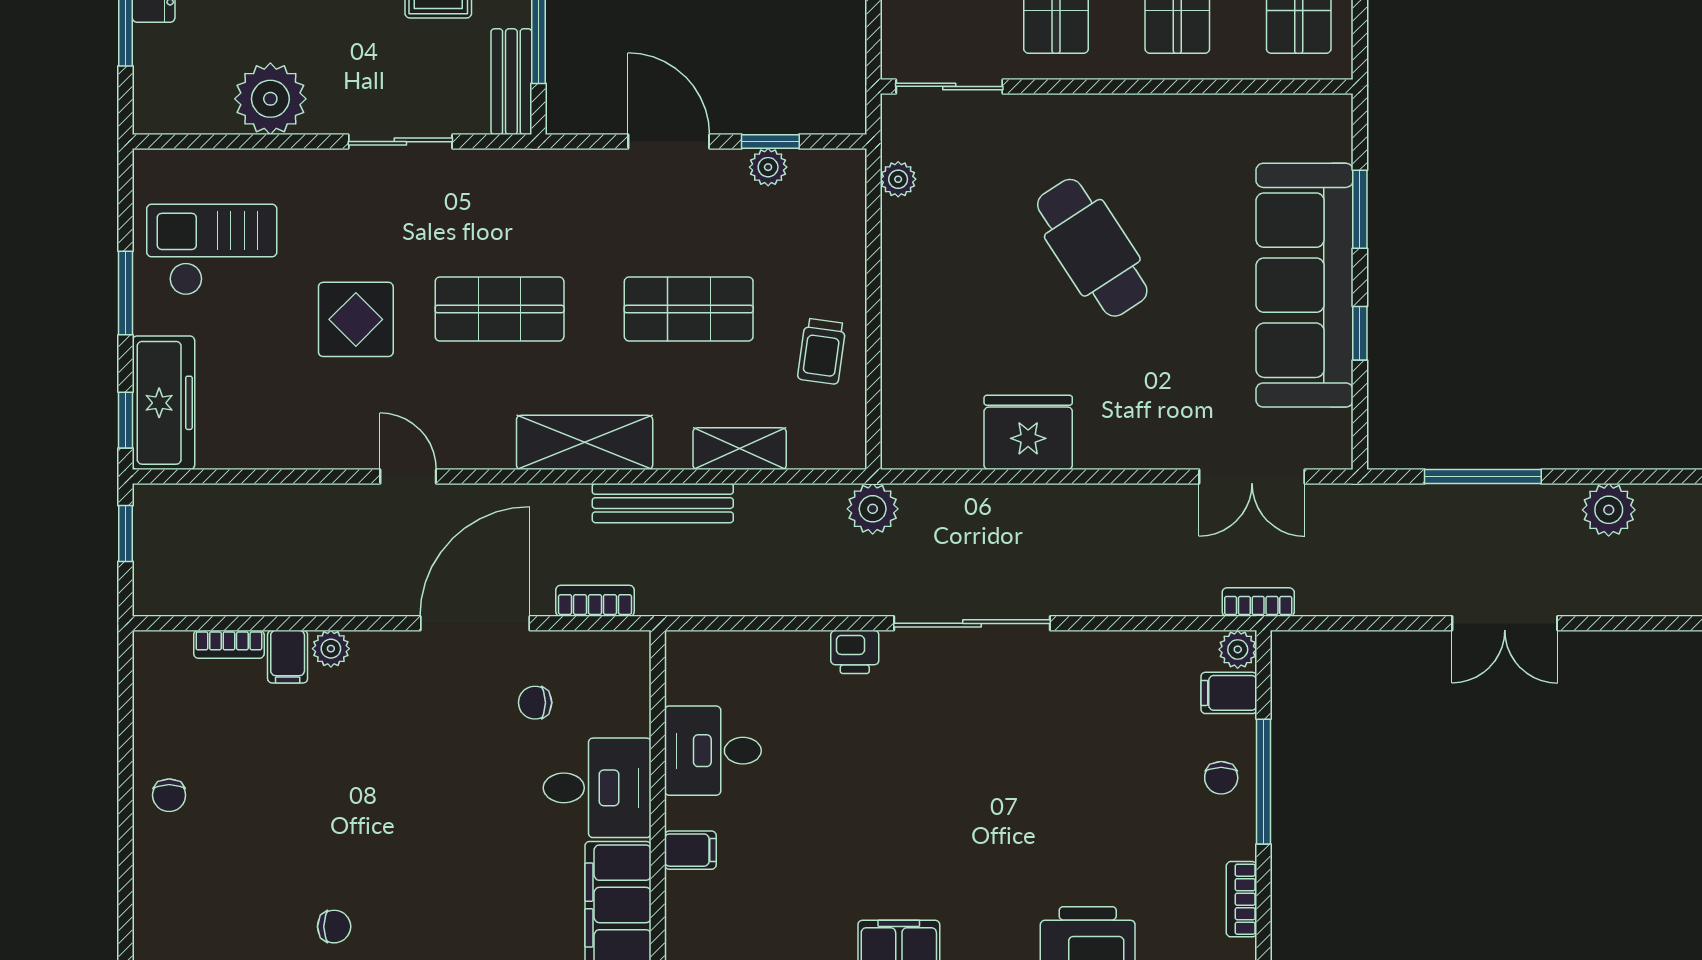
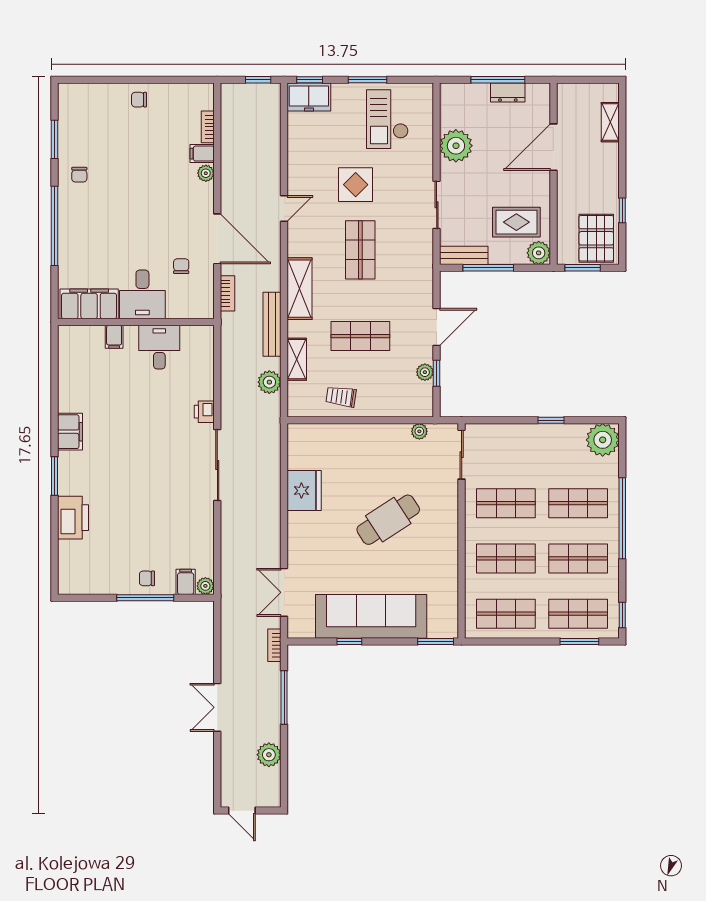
window: (1360, 209) -> (436, 641), moved
checkout: (212, 250) -> (387, 119), turned 180
shop shelf: (689, 309) -> (360, 336), turned 90
freezer: (163, 403) -> (309, 97), width x0.71
plant: (873, 509) -> (269, 382), moved
bookcase: (1258, 602) -> (274, 645), moved, turned 180
bookcase: (1242, 899) -> (92, 588), removed

